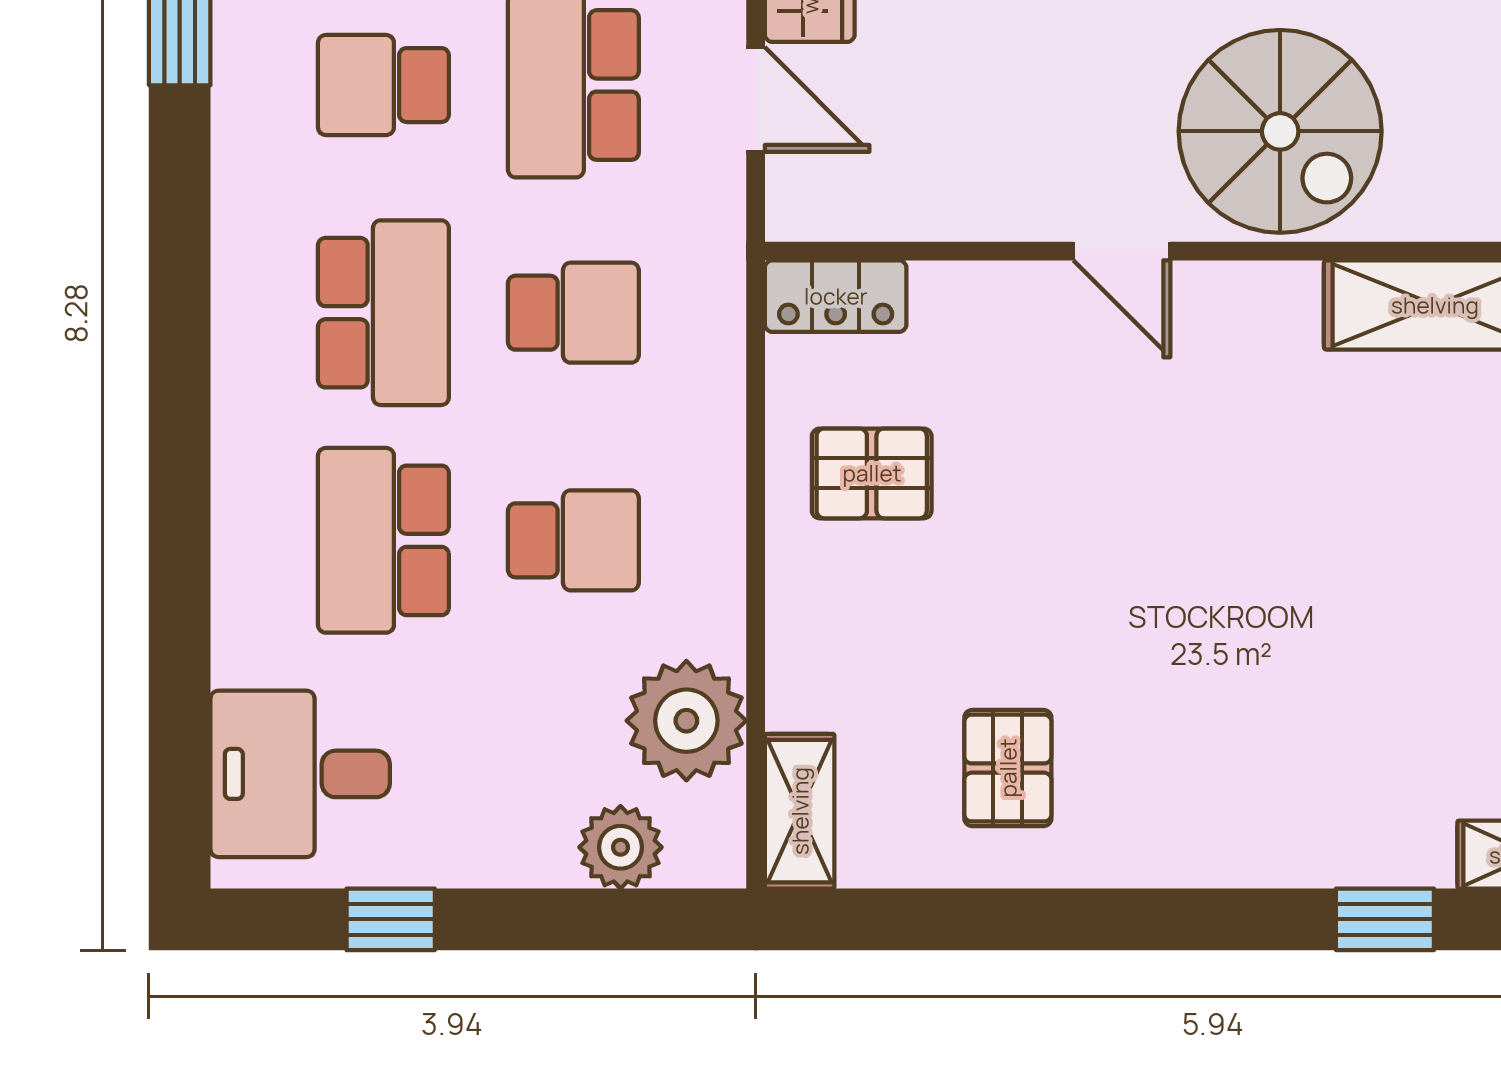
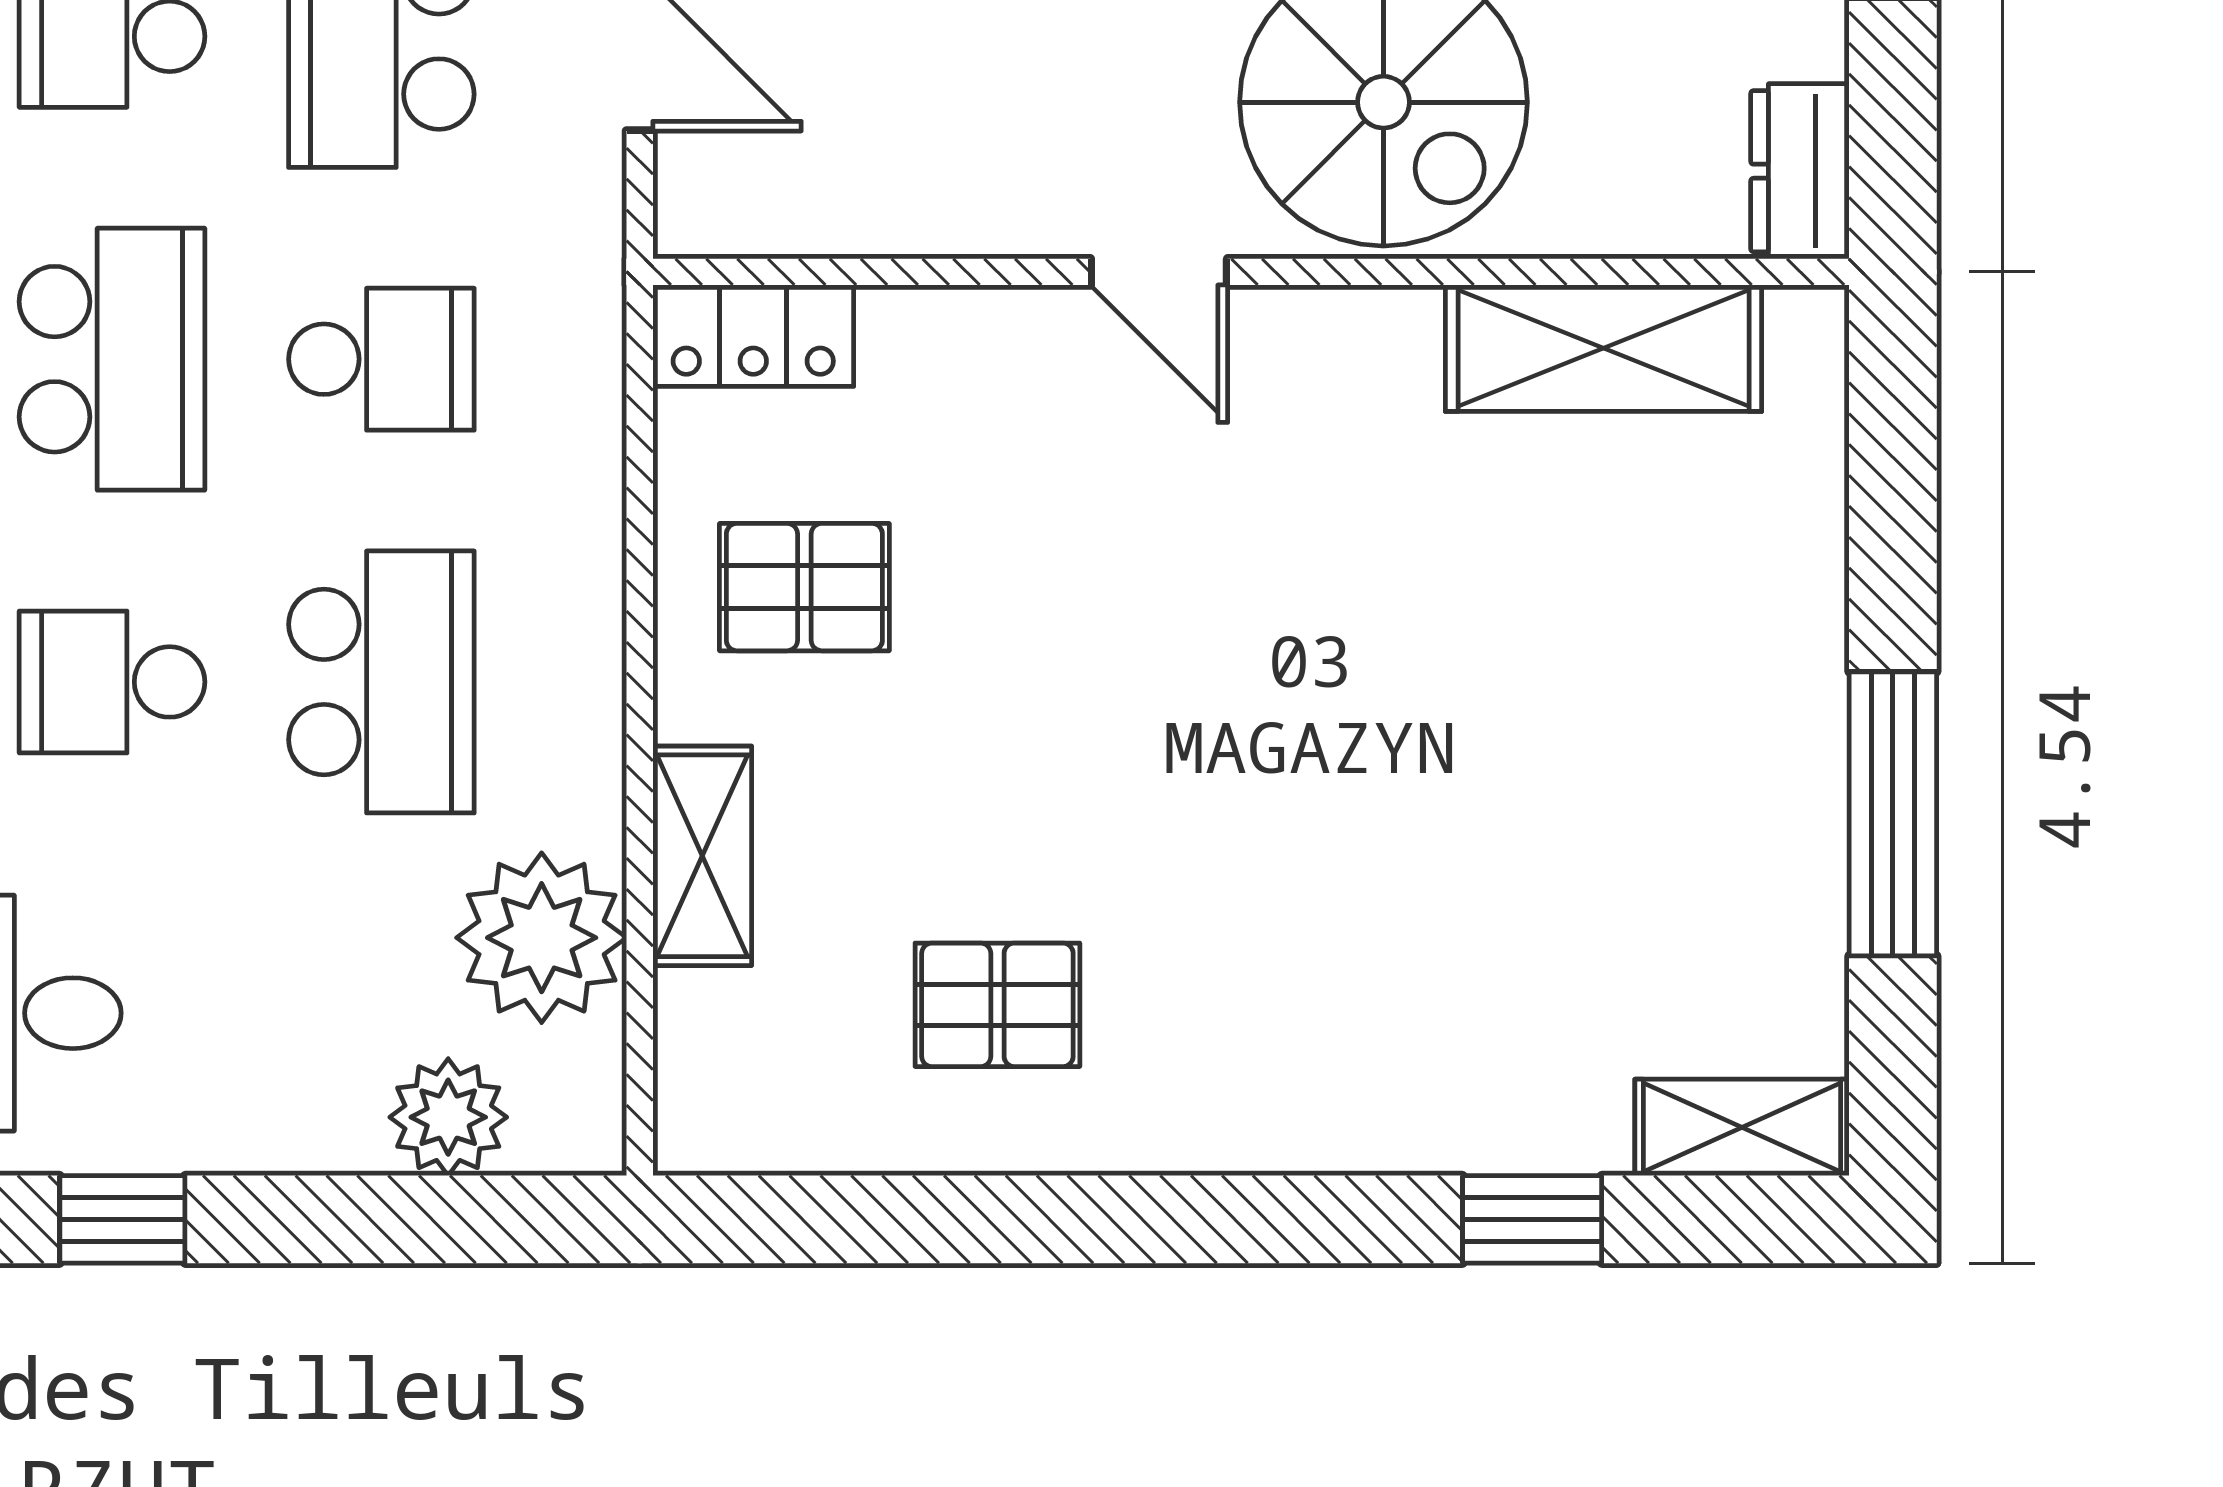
school desk: (383, 540) -> (112, 682), width x0.54
school desk: (573, 540) -> (381, 682), width x1.85
pallet: (1008, 768) -> (997, 1005), turned 90
shelving: (800, 811) -> (702, 856), moved

